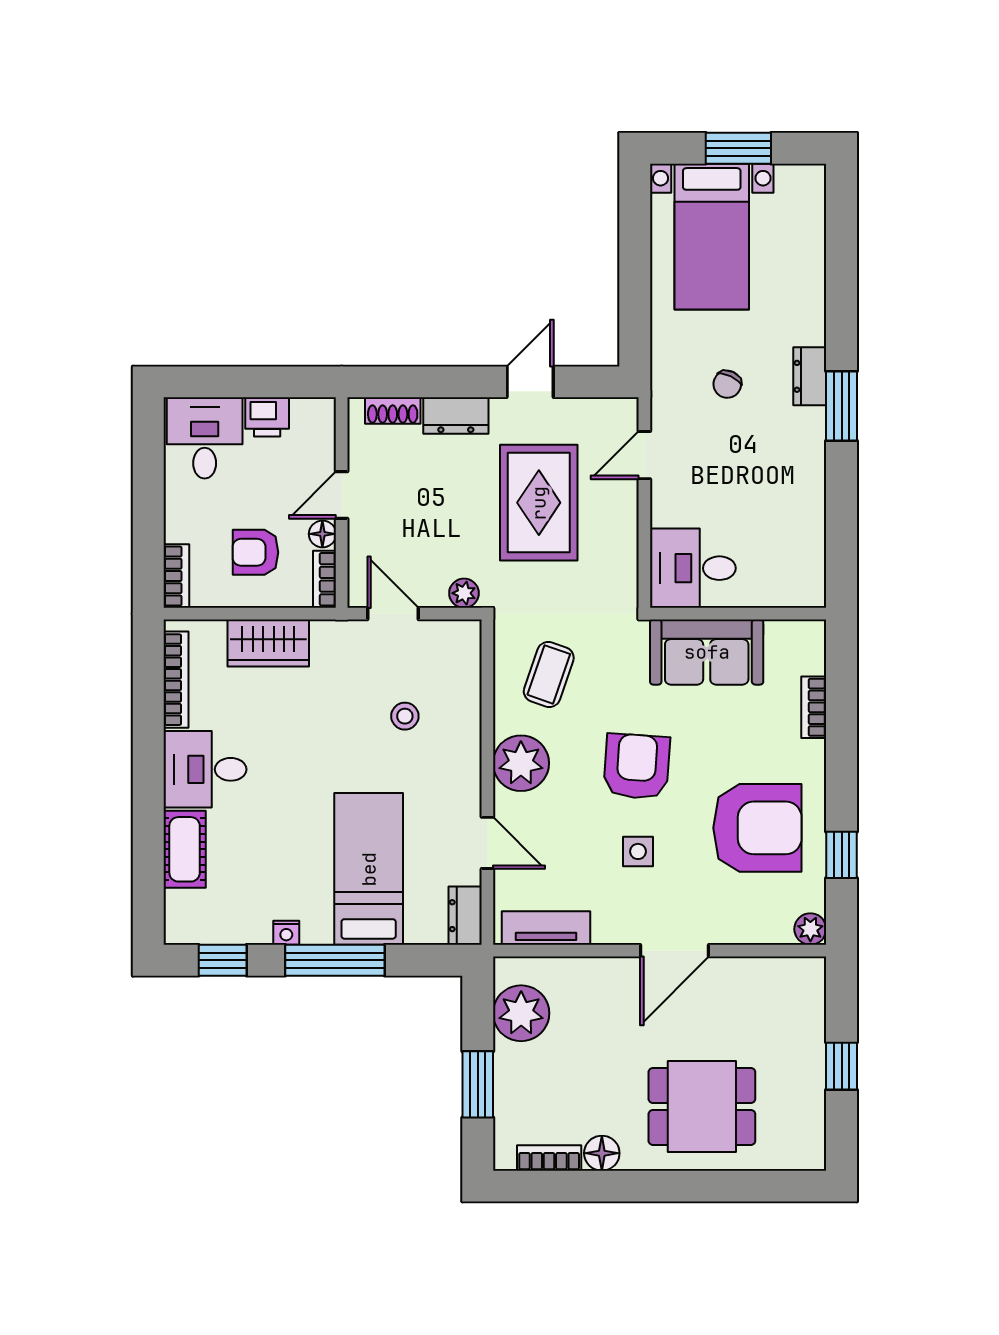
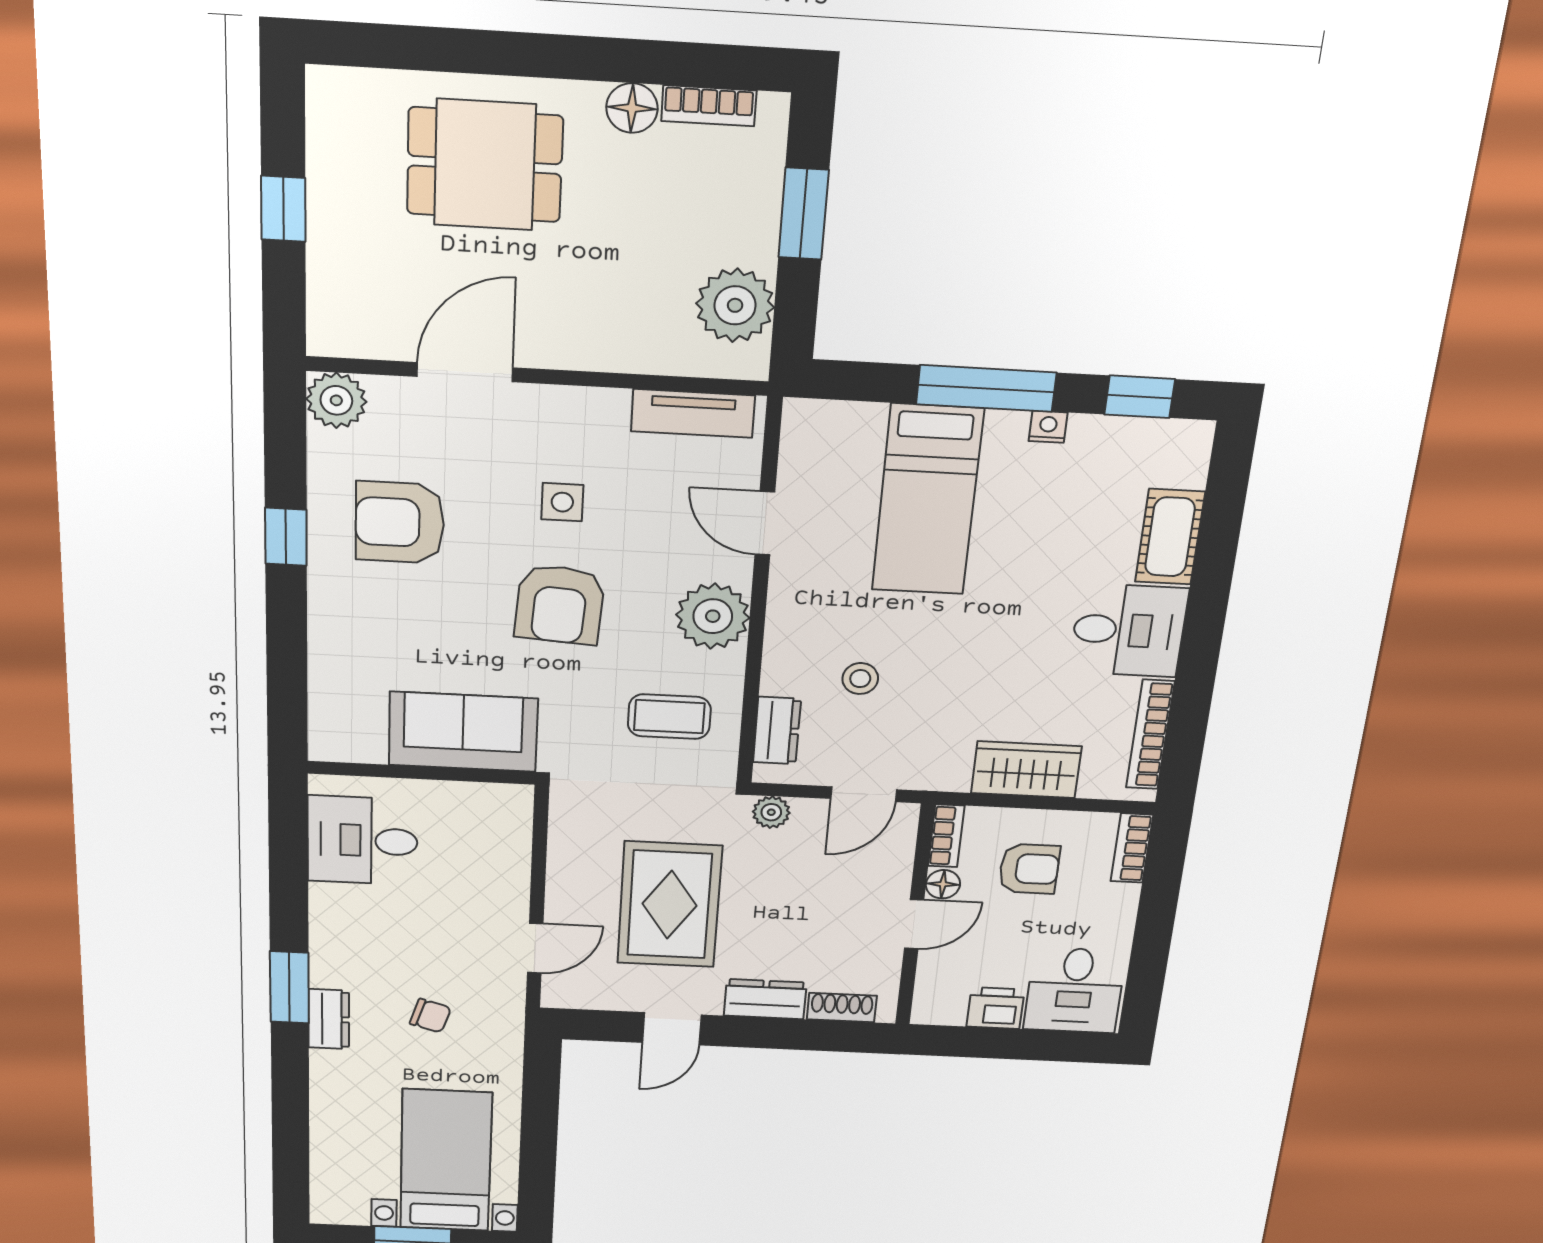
chair: (727, 384) -> (430, 1016), turned 82
desk: (693, 568) -> (362, 841), moved, turned 180
door: (393, 614) -> (864, 794), hinge flipped
coffee table: (549, 674) -> (669, 717), turned 71
bookcase: (814, 707) -> (323, 662), removed
armchair: (757, 828) -> (400, 522), width x0.73, depth x0.73
window: (842, 855) -> (286, 537), moved
dresser: (465, 916) -> (777, 731), moved
plant: (810, 929) -> (336, 400), width x1.38, depth x1.38
door: (675, 951) -> (465, 372), moved

